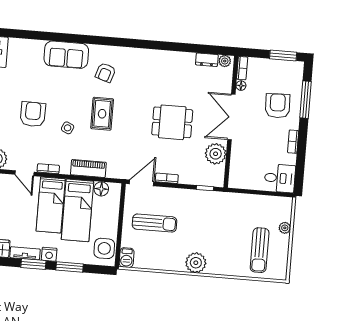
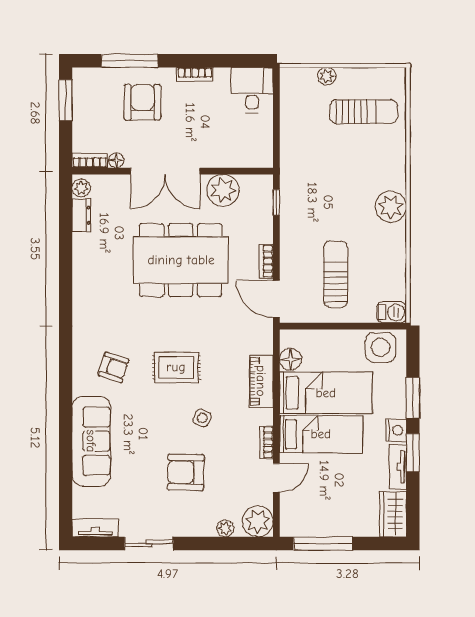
sofa: (66, 55) -> (91, 441), width x1.36
armchair: (278, 106) -> (142, 102), turned 92
dining table: (172, 122) -> (181, 260), width x1.88, depth x1.24

